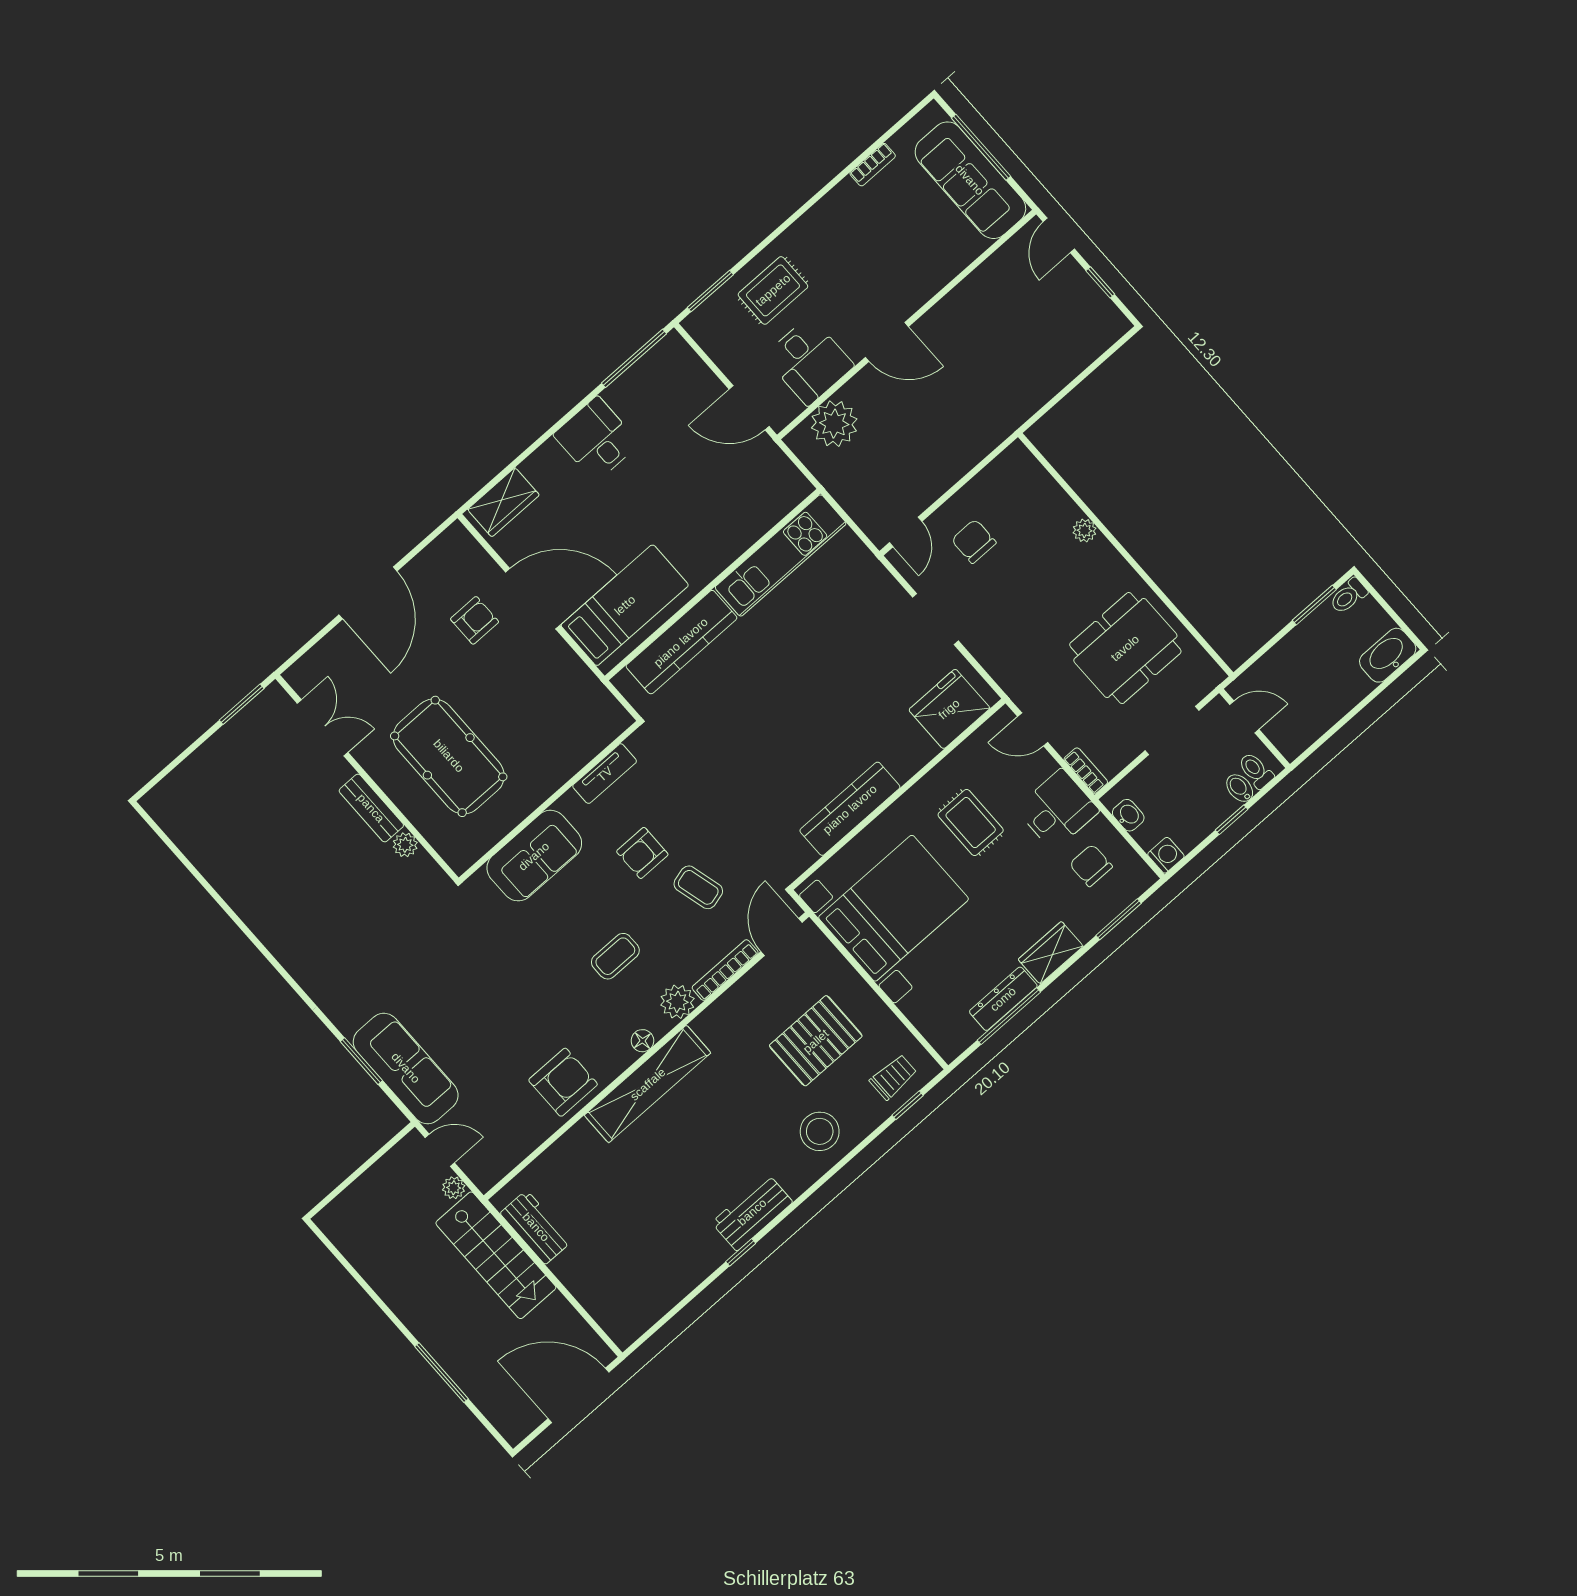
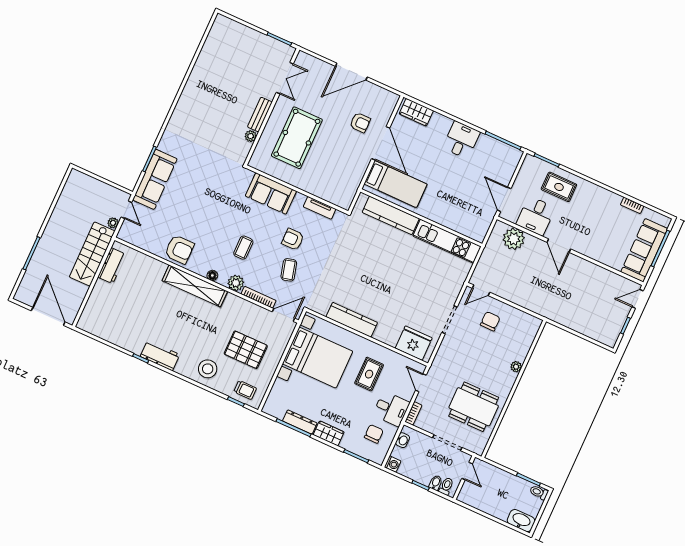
coffee table: (615, 956) -> (243, 248), turned 90

